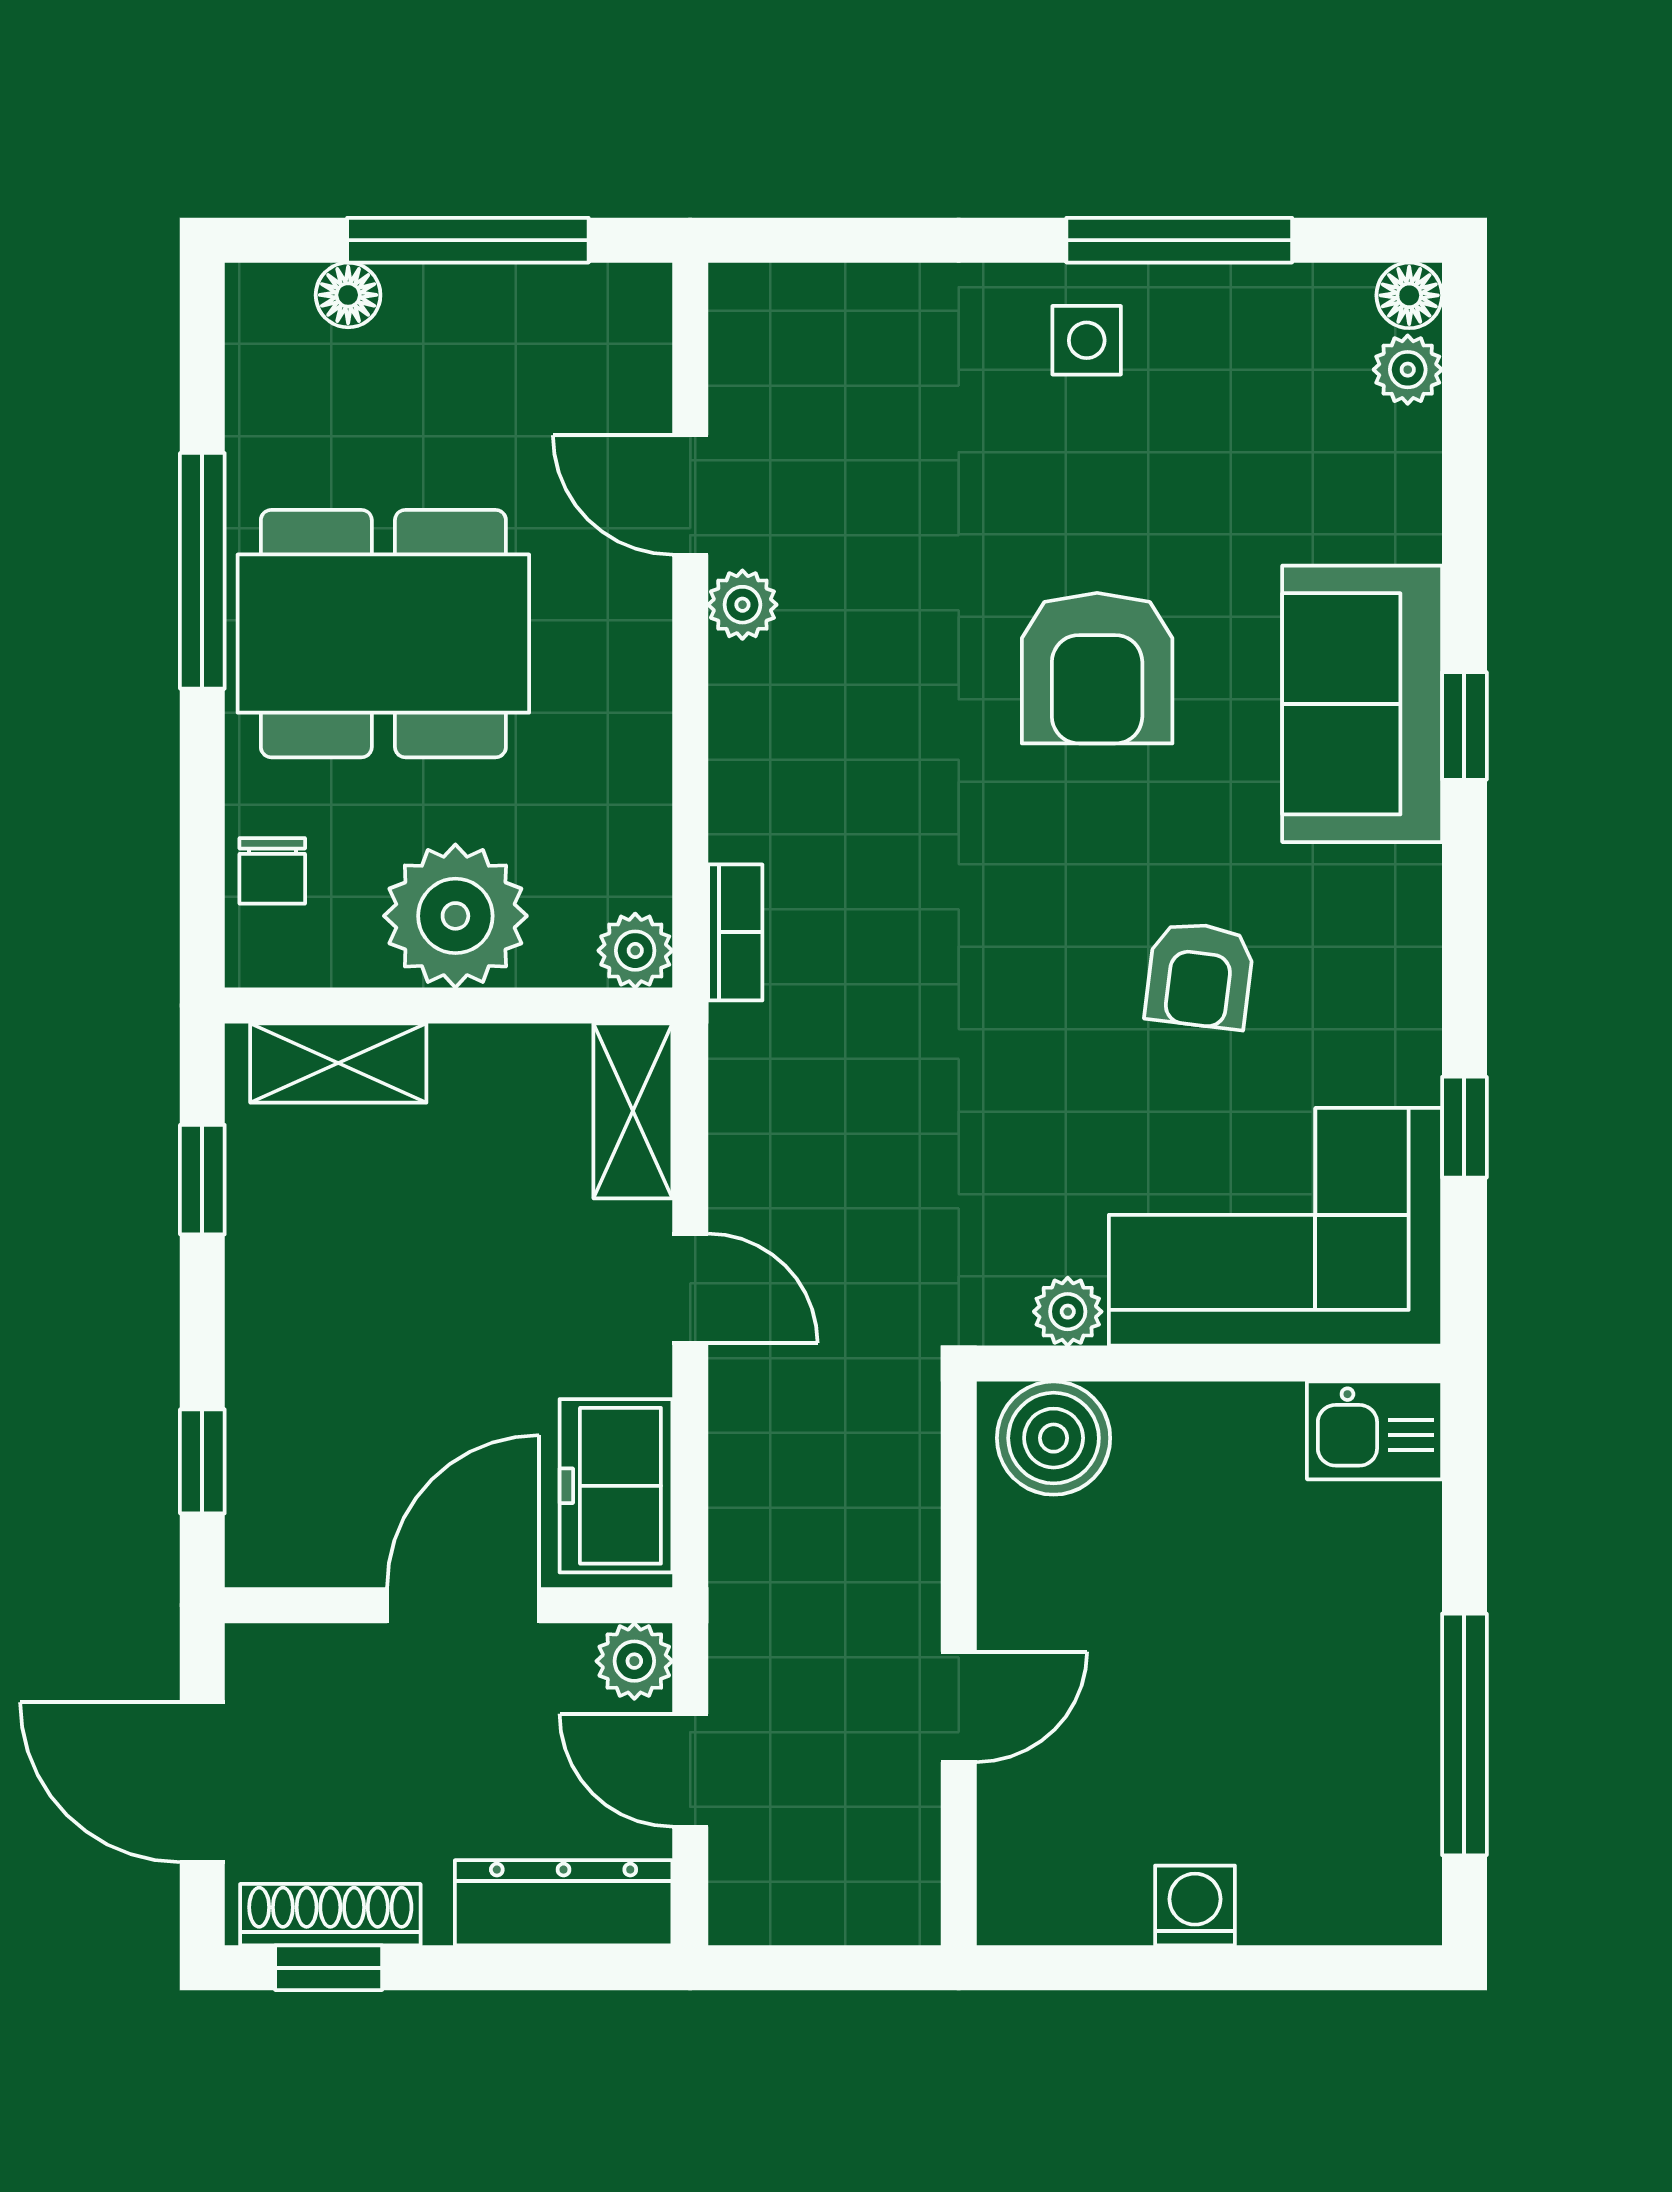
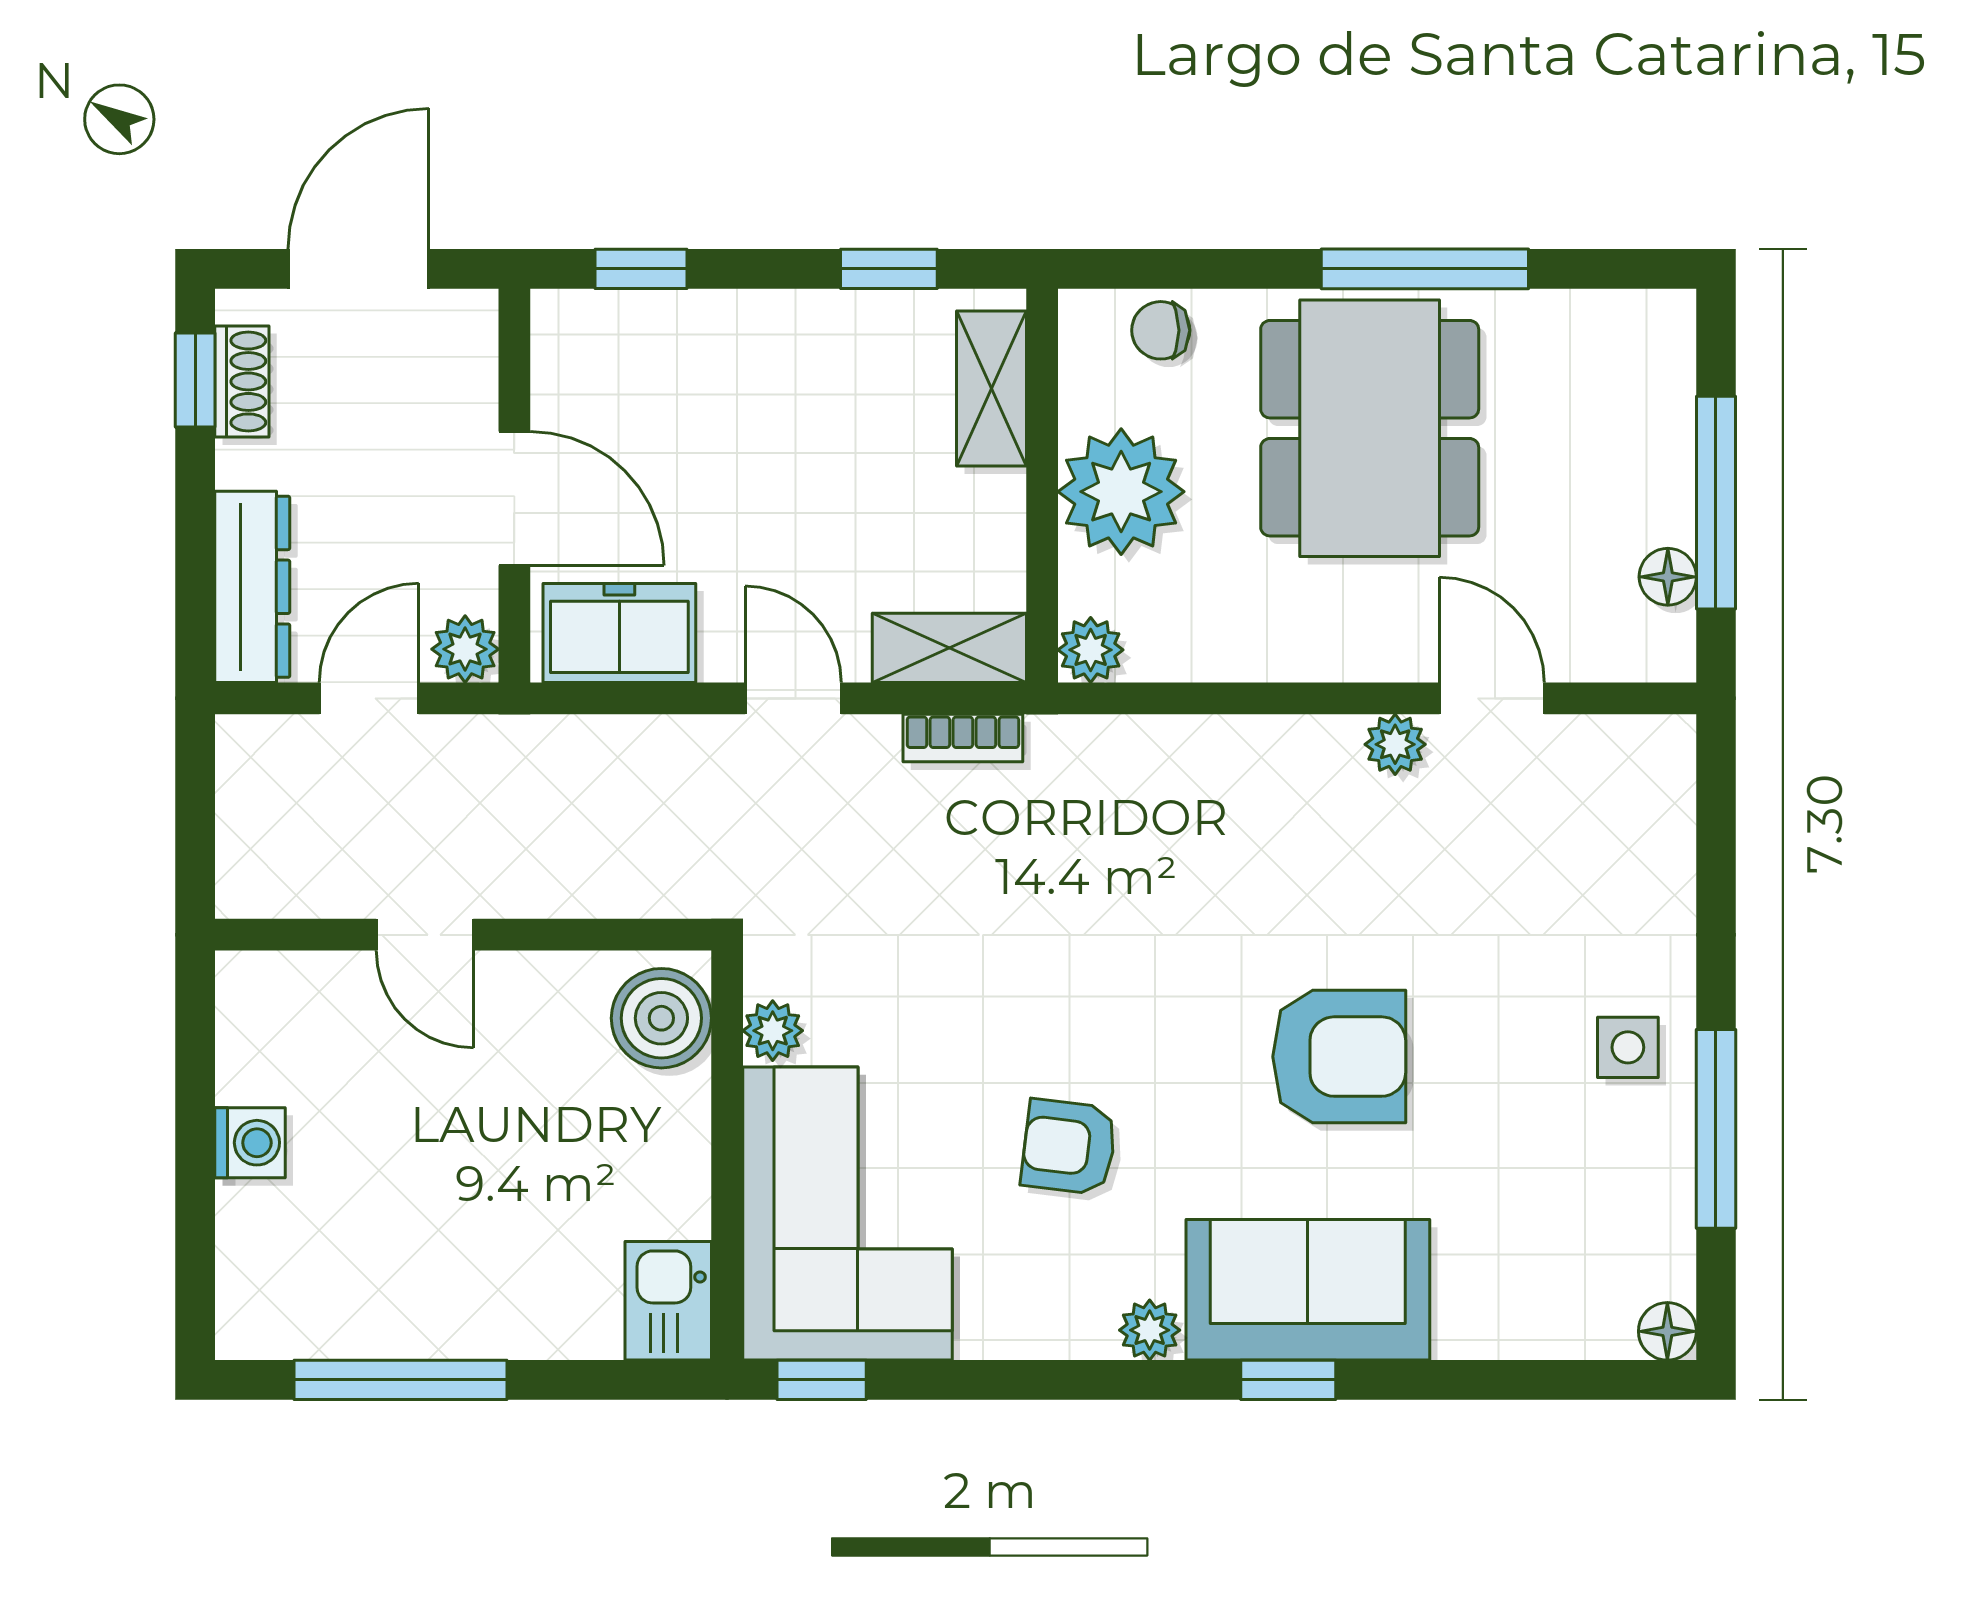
floor lamp: (348, 295) -> (1668, 577), moved
plant: (1408, 370) -> (1150, 1330), moved
door: (690, 495) -> (1492, 698), hinge flipped
armchair: (1097, 668) -> (1339, 1057), turned 180
bookcase: (735, 932) -> (963, 738), moved
window: (1464, 1127) -> (822, 1380), moved
door: (690, 1288) -> (793, 698), swing flipped
shoe rack: (330, 1915) -> (242, 381), width x0.70

